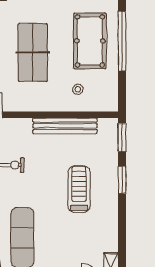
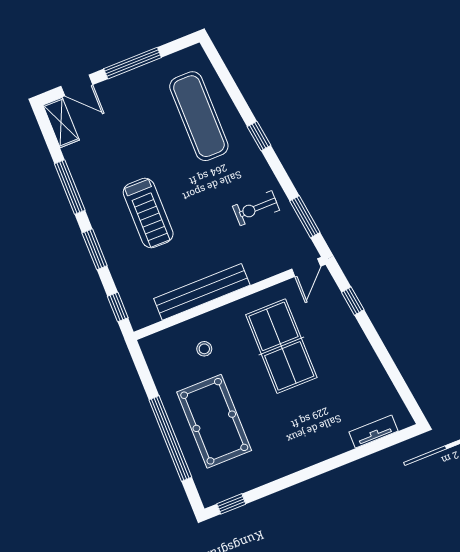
table tennis table: (33, 52) -> (281, 346), moved
window: (122, 137) -> (118, 307), width x0.67
window: (122, 225) -> (70, 187), added

